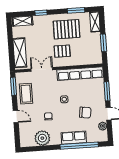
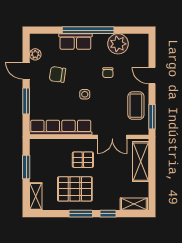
window: (76, 10) -> (81, 214), moved
window: (79, 146) -> (88, 30), moved

